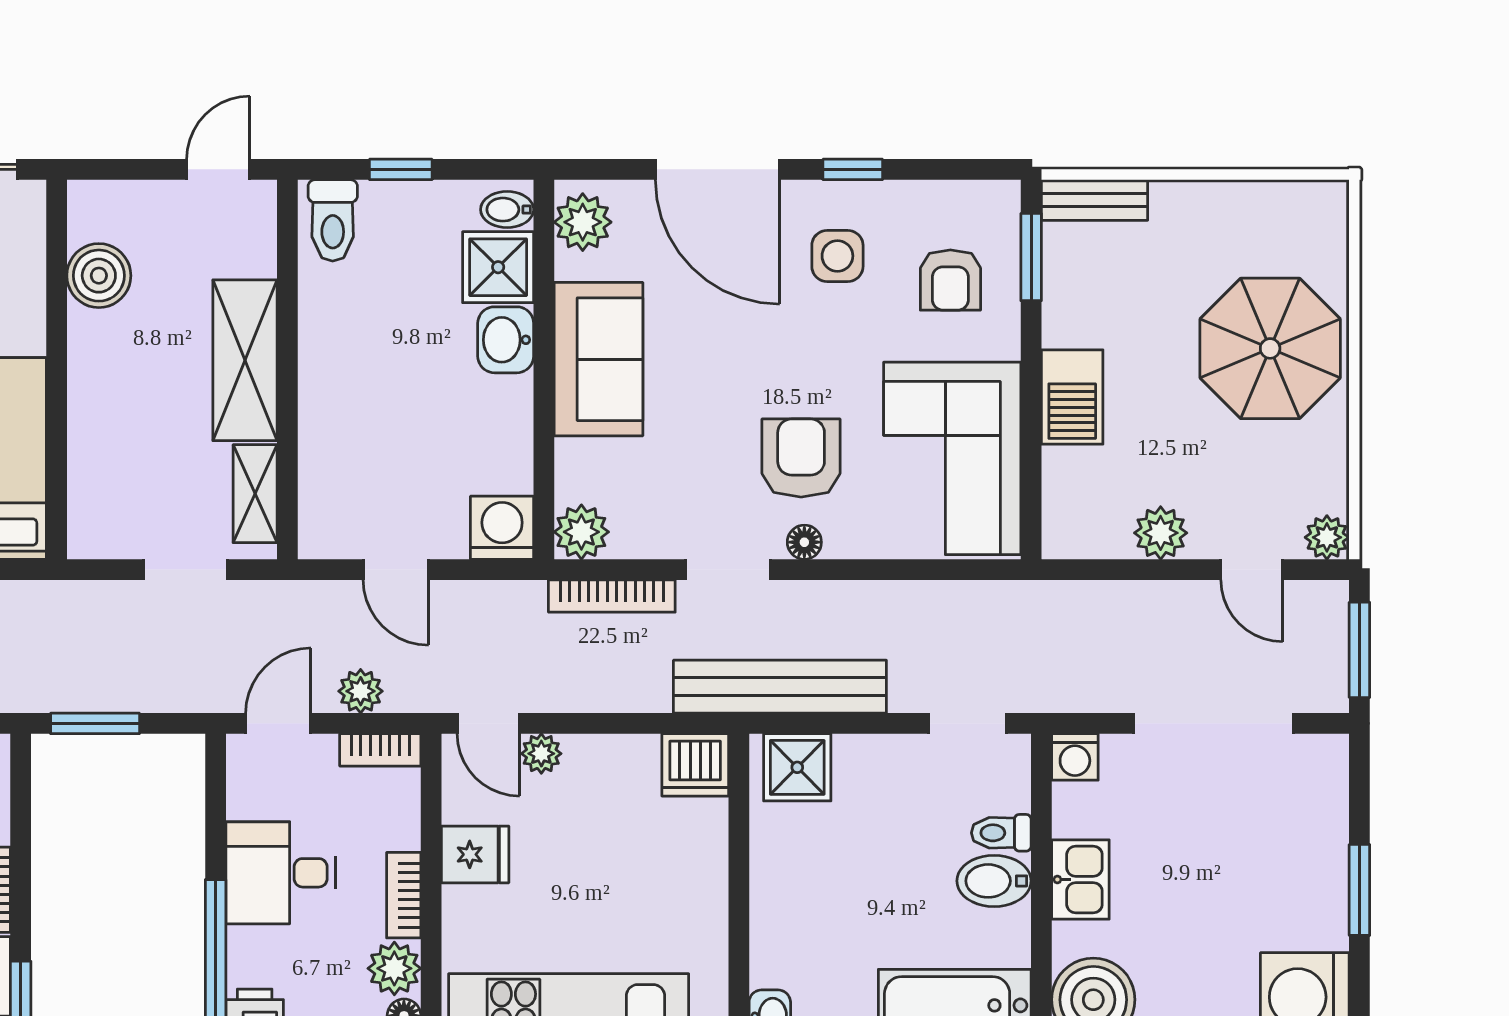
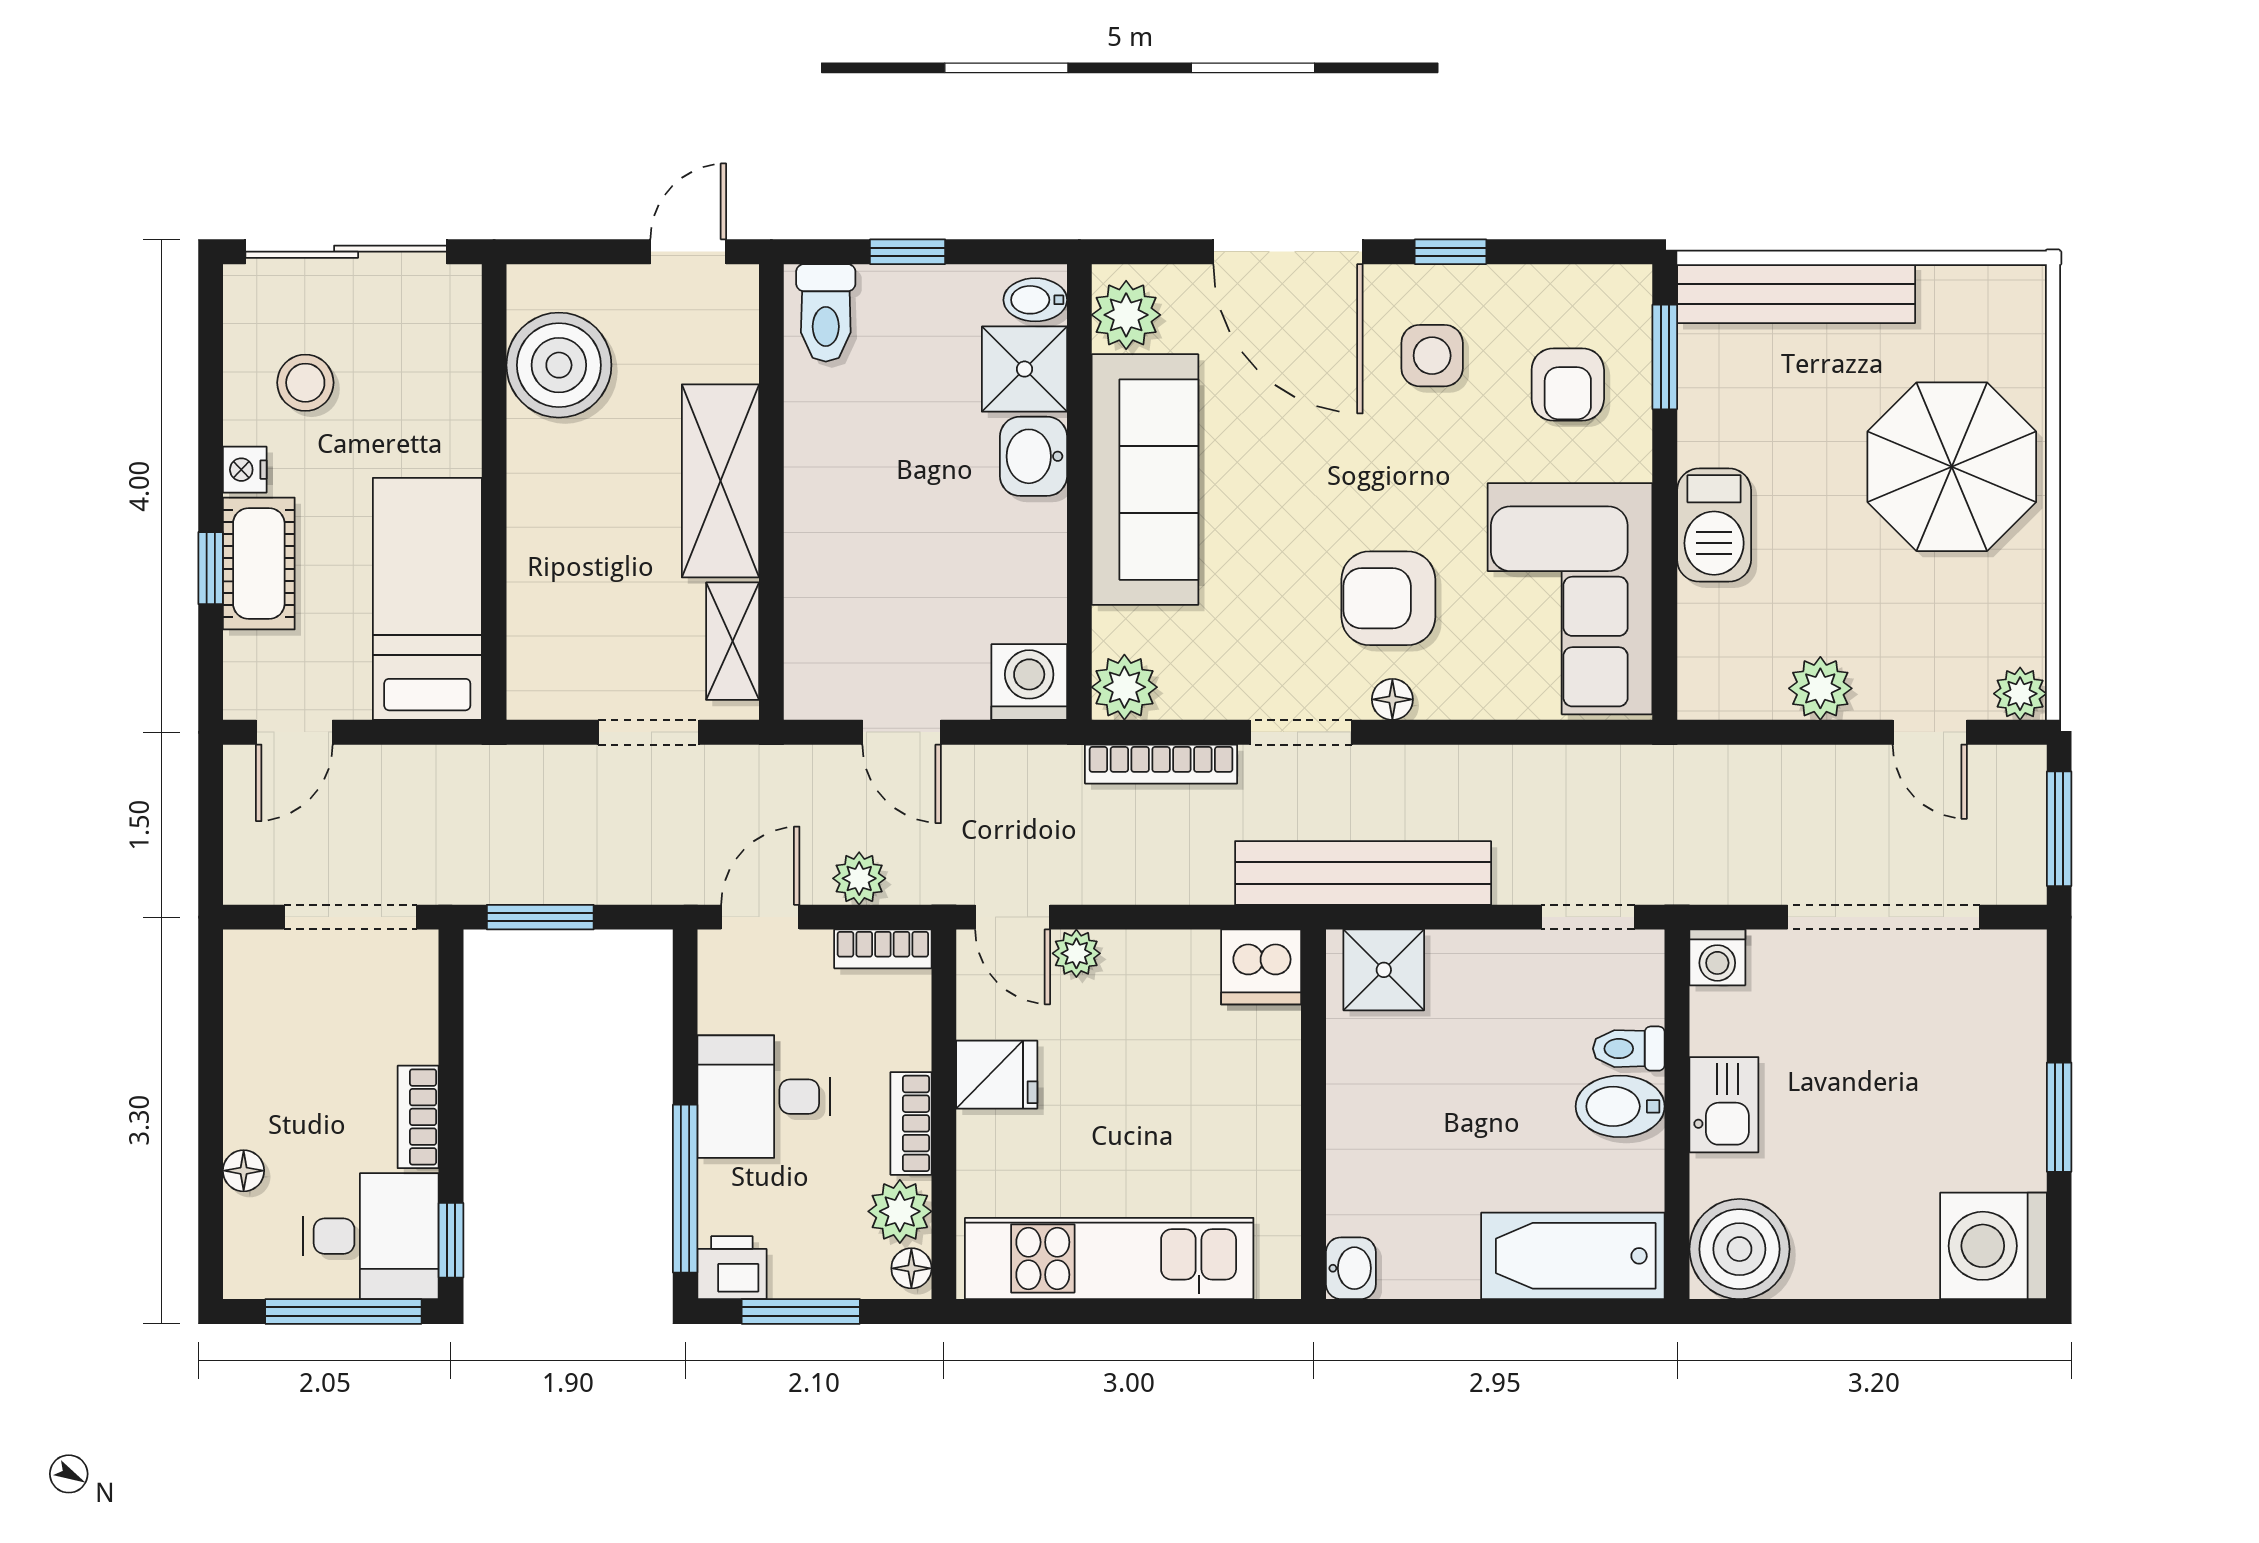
bench: (1095, 200) -> (1796, 294), width x1.86, depth x1.21
boiler: (99, 276) -> (559, 365), width x1.37, depth x1.37
sofa: (598, 359) -> (1145, 480), width x1.36
armchair: (801, 458) -> (1388, 598), turned -90

